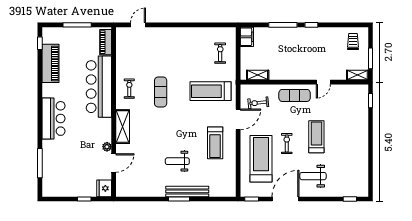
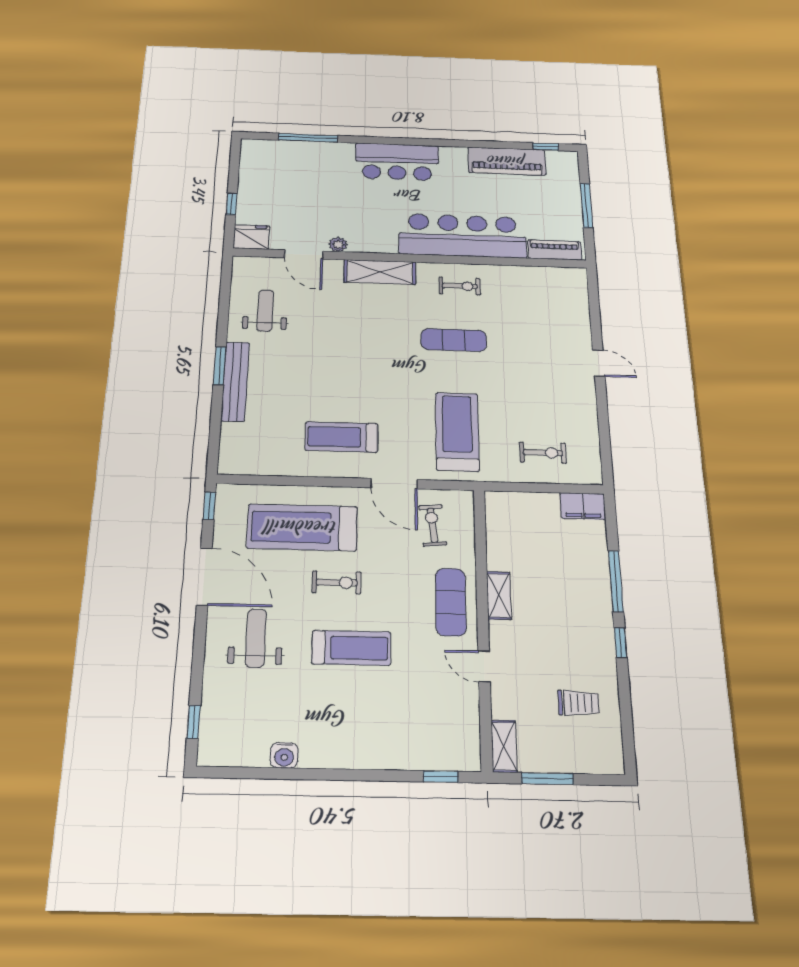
door: (138, 25) -> (599, 363), moved
trolley: (353, 42) -> (579, 703), moved
shelving: (258, 75) -> (499, 595), moved
treadmill: (261, 159) -> (302, 527), turned 180
weight bench: (177, 161) -> (265, 310), moved
water cooler: (363, 162) -> (284, 755), added

